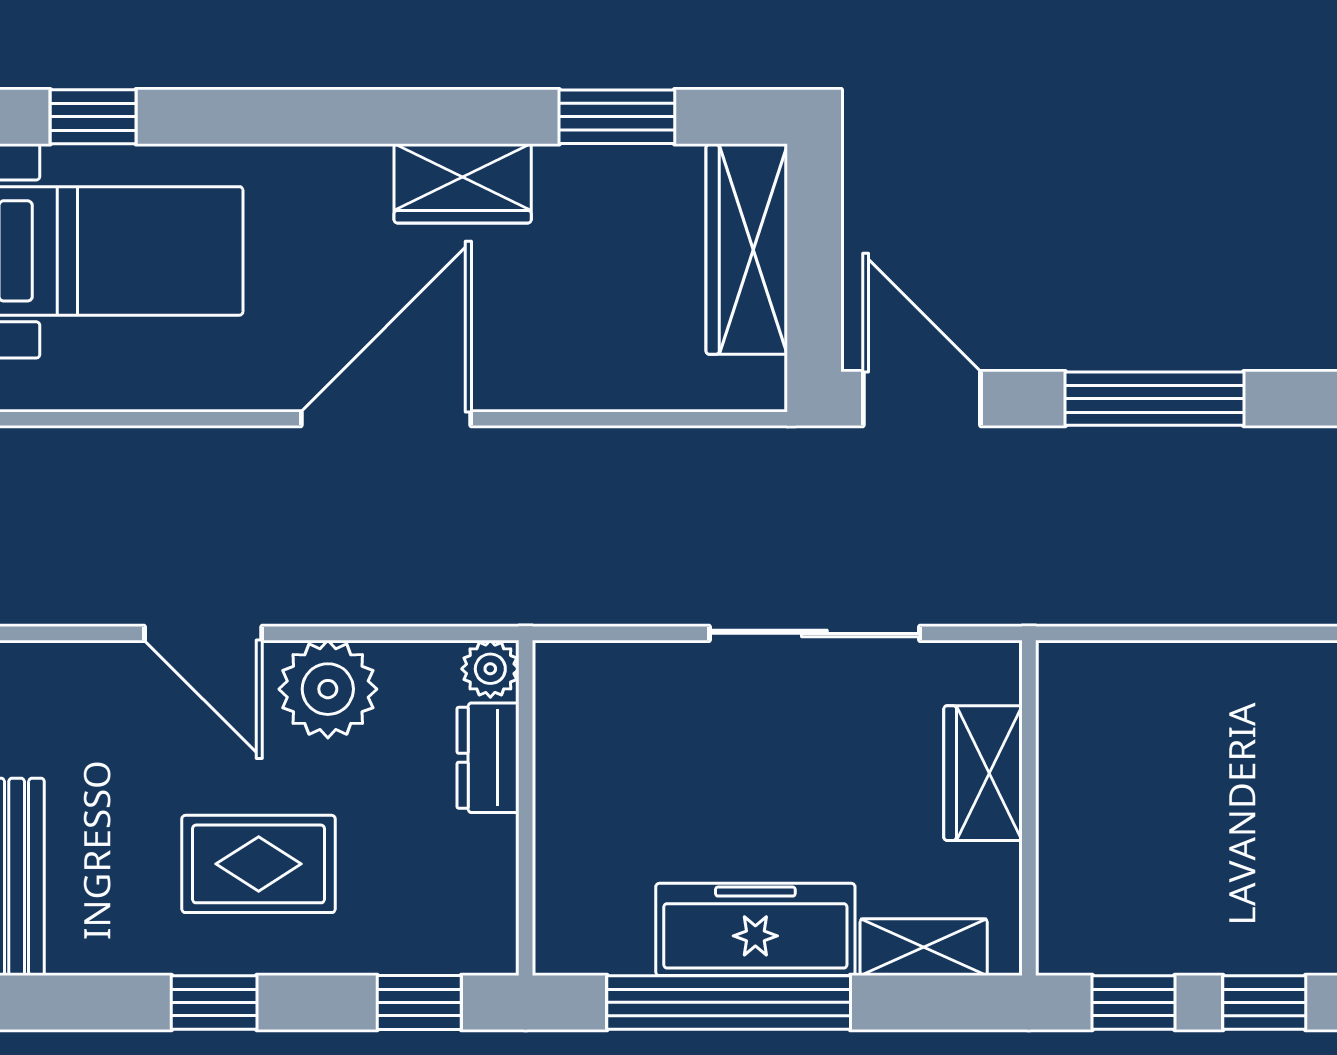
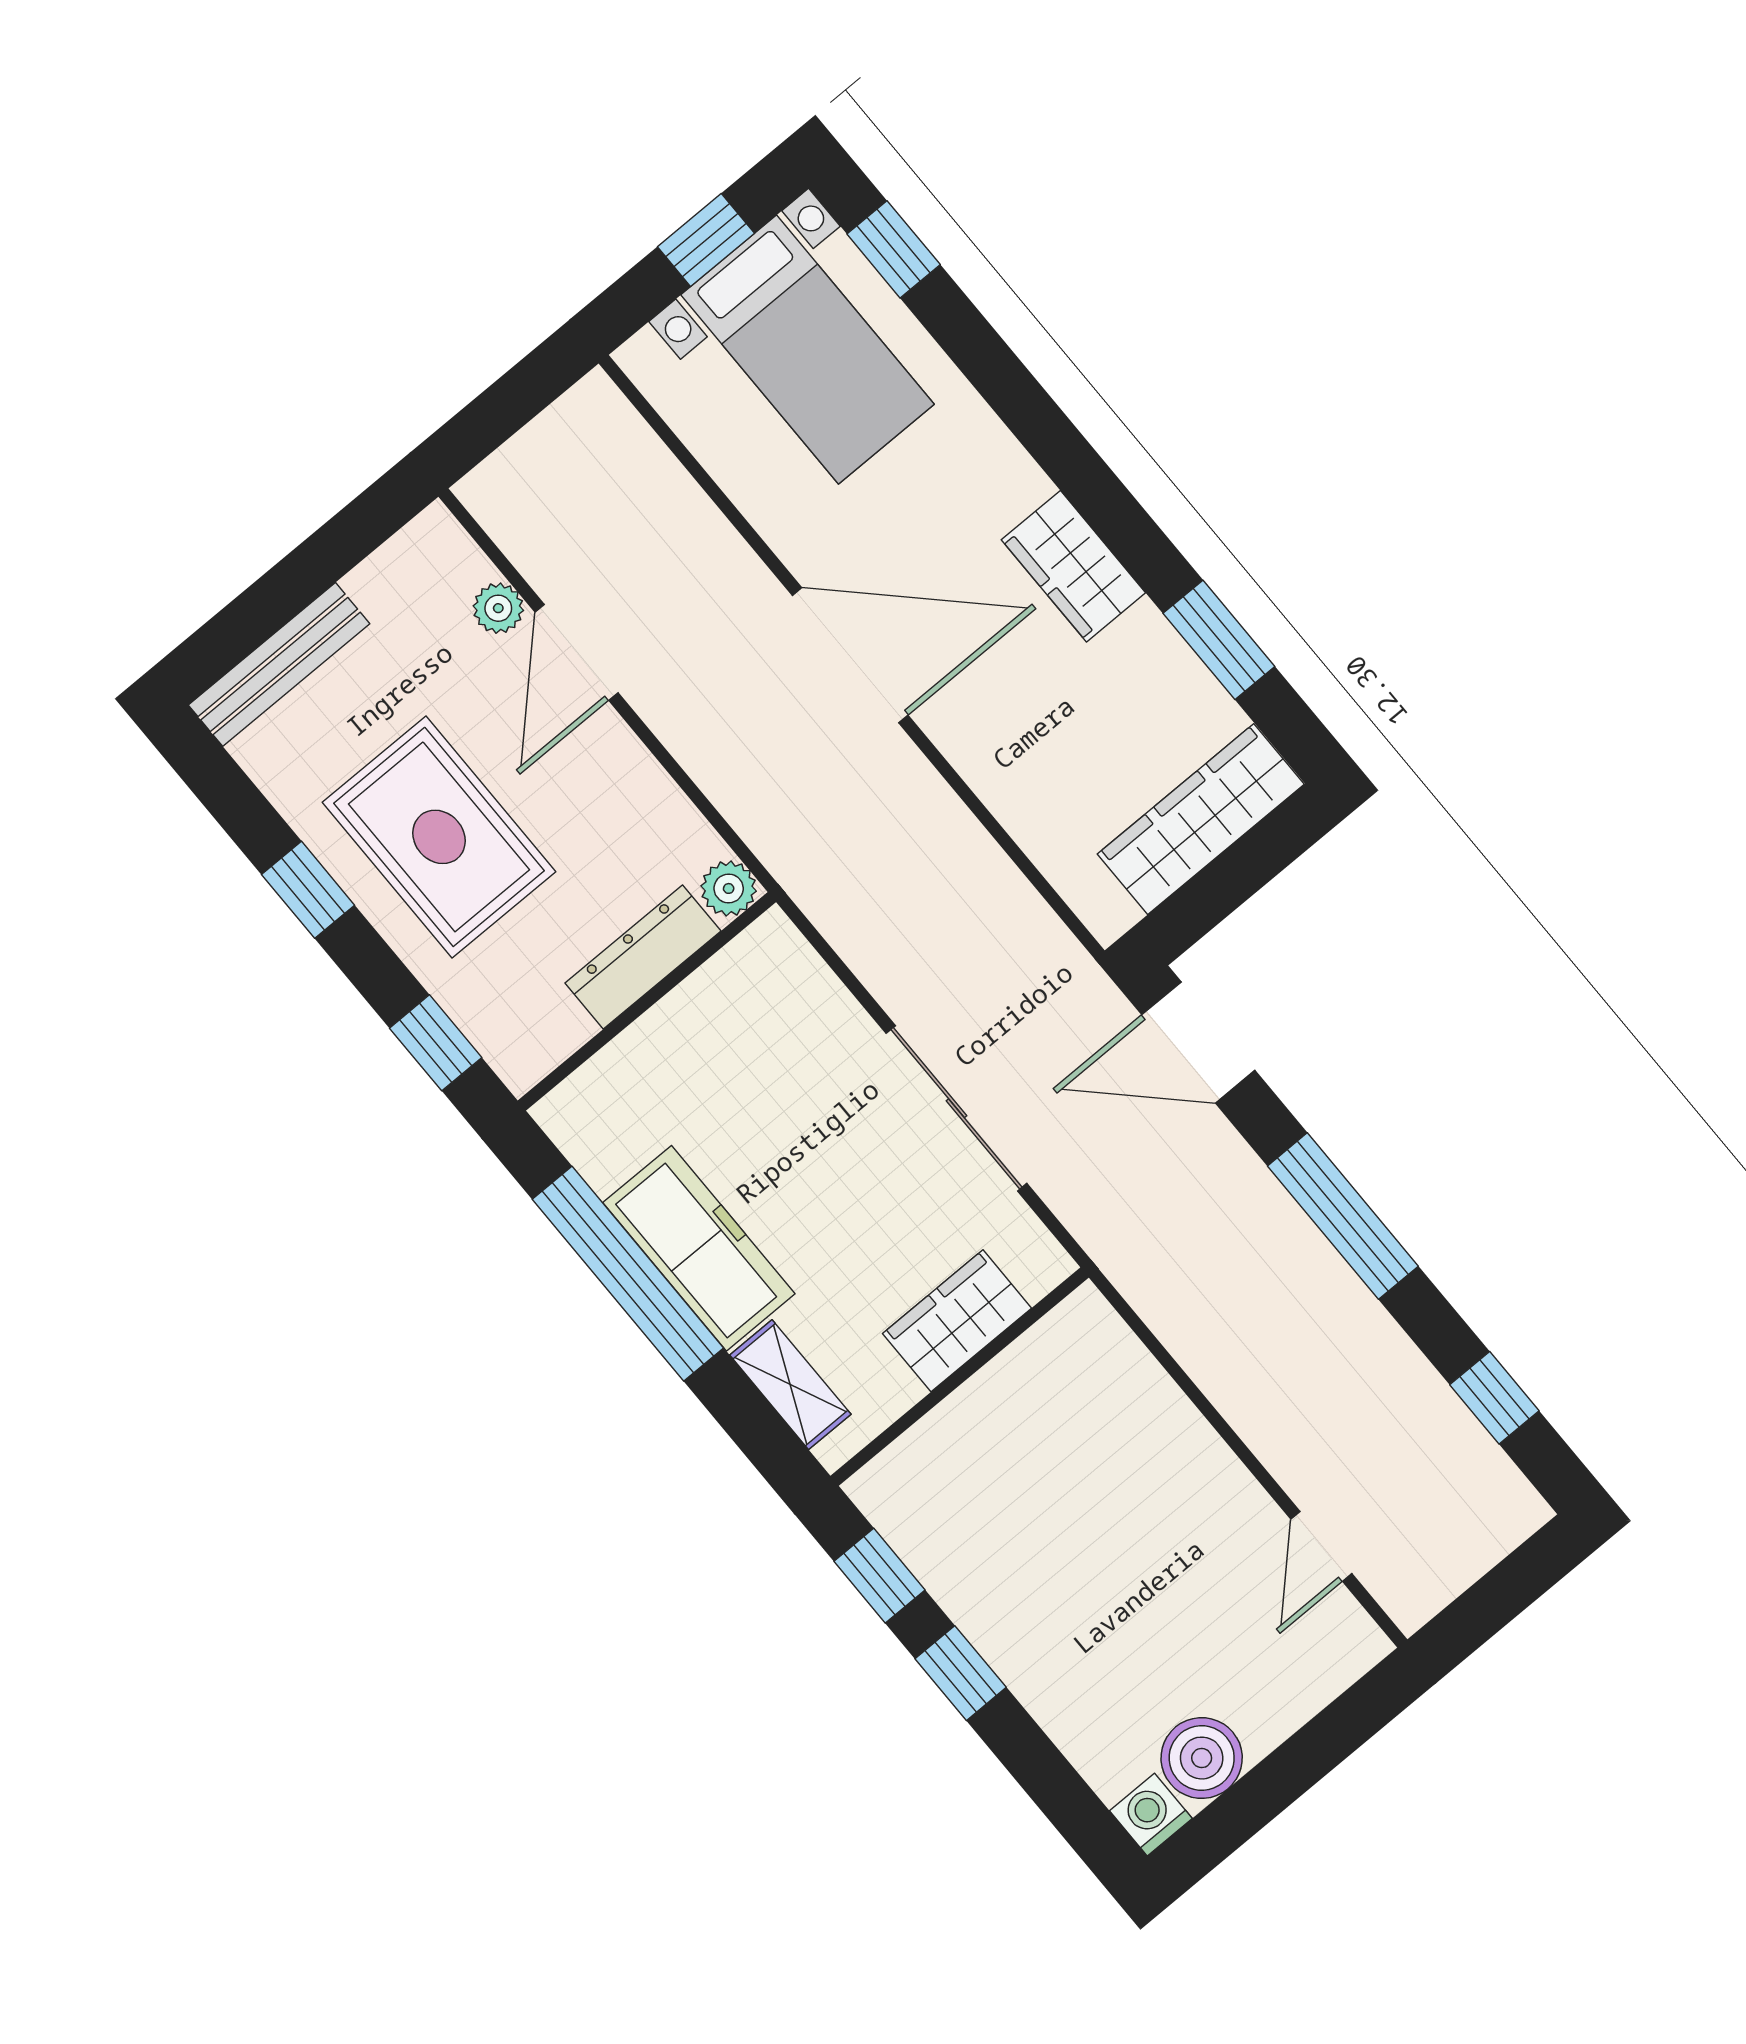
door: (922, 399) -> (1198, 1042), swing flipped
plant: (328, 689) -> (498, 608), moved, width x0.53, depth x0.53
dresser: (488, 758) -> (643, 957), width x1.44
rug: (259, 864) -> (439, 837), width x1.36, depth x1.43

